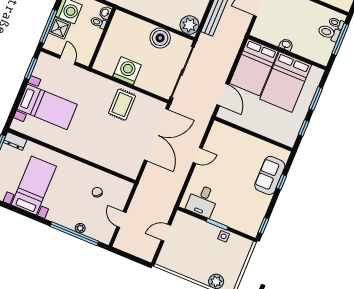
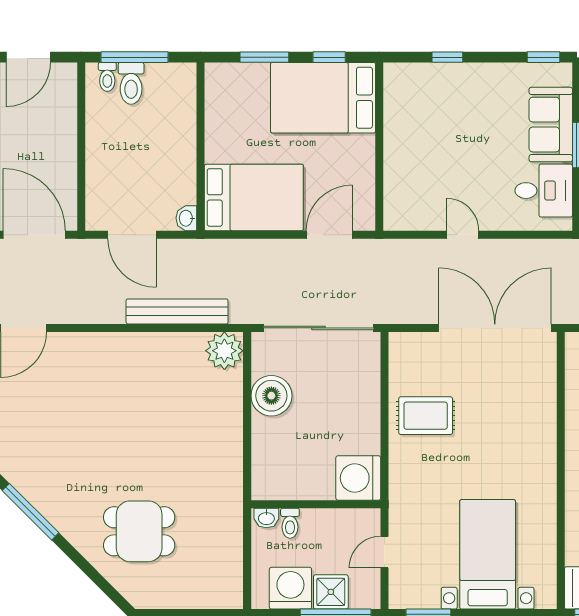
washbasin: (286, 45) -> (186, 218), moved
washing machine: (127, 71) -> (358, 478), moved
bed: (286, 82) -> (323, 98), moved, turned 180
double door: (156, 135) -> (495, 328), moved
sofa: (270, 175) -> (551, 125), moved, turned 90

